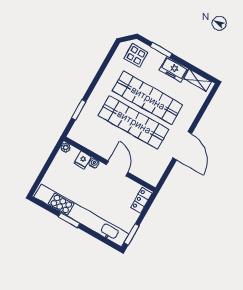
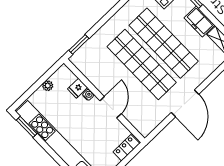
window: (79, 110) -> (79, 44), moved
plant: (66, 148) -> (48, 86), moved
window: (69, 220) -> (27, 127), moved

